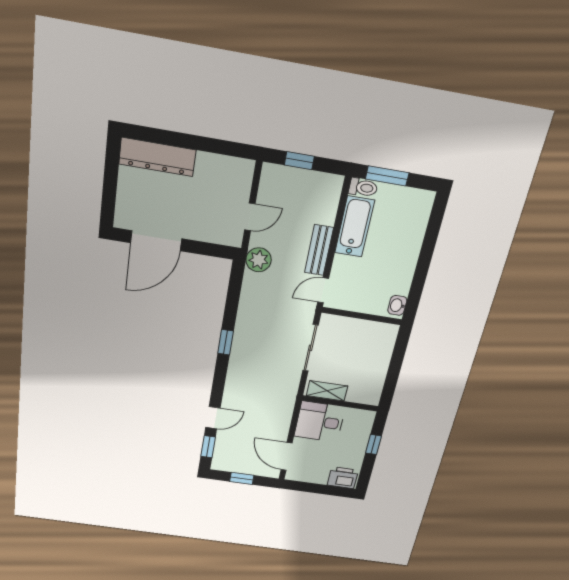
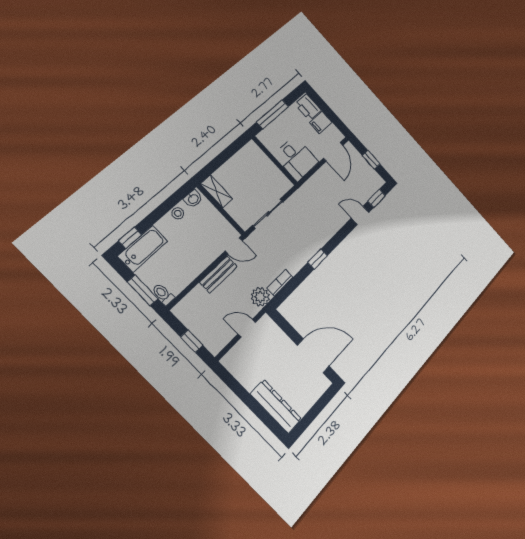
window: (436, 220) -> (130, 238), added
bathtub: (355, 227) -> (143, 249), moved, turned 180
stool: (403, 280) -> (178, 213), added
bookcase: (248, 289) -> (280, 283), added
shelving: (327, 391) -> (216, 191), moved
window: (374, 444) -> (273, 114), width x2.17
filing cabinet: (319, 474) -> (321, 122), added

